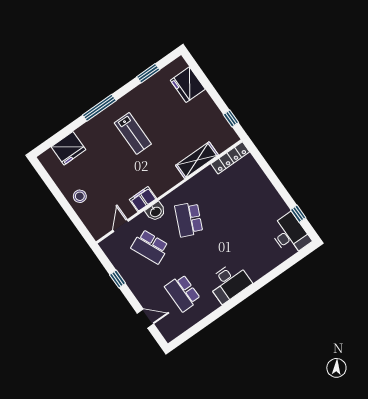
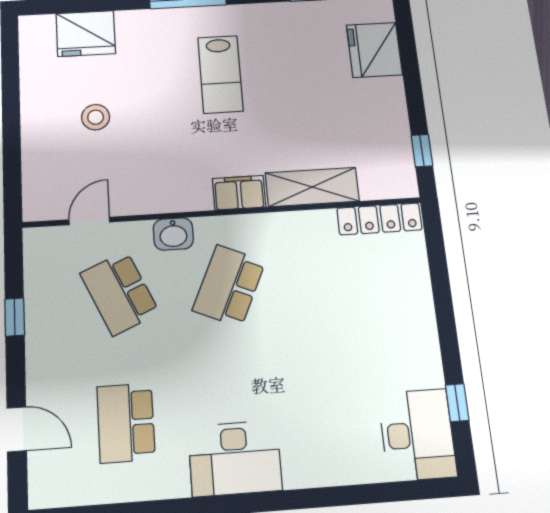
stool: (80, 196) -> (96, 117), moved
filing cabinet: (143, 199) -> (239, 193), moved

